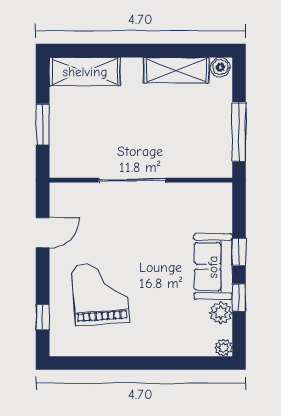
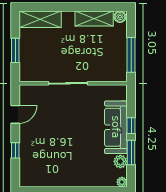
sofa: (213, 267) -> (116, 127), width x1.36
grand piano: (100, 294) -> (49, 150), removed
window: (239, 297) -> (131, 153), width x1.50
window: (43, 317) -> (15, 150), moved

